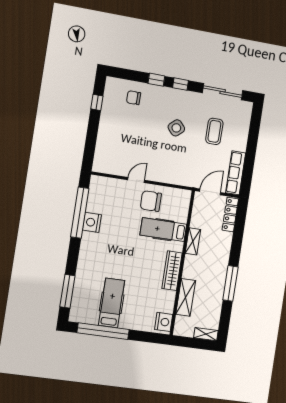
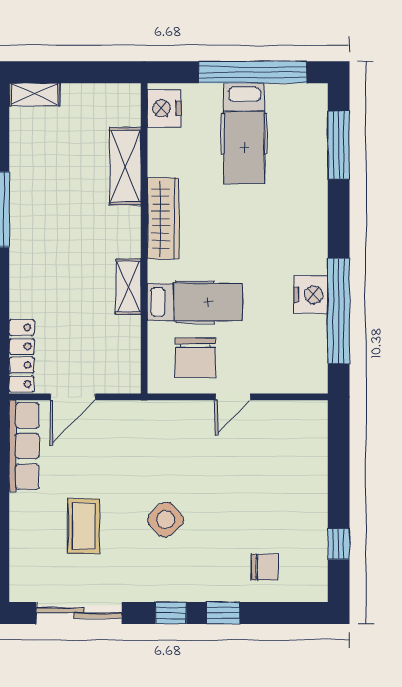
chair: (151, 201) -> (195, 358), turned 90
hospital bed: (163, 230) -> (195, 302), moved
shelving: (193, 241) -> (128, 287), moved
wall: (182, 263) -> (144, 238), moved
wardrobe: (172, 271) -> (163, 218), moved
shelving: (186, 297) -> (125, 166), moved
nightstand: (164, 322) -> (164, 108), moved

